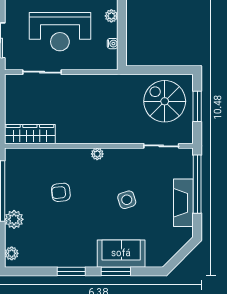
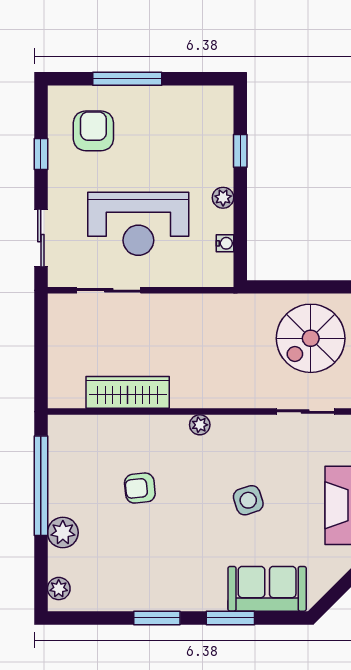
spiral stairs: (165, 101) -> (311, 338), turned -90
wardrobe: (30, 134) -> (128, 392), moved
sofa: (121, 254) -> (267, 589), moved

